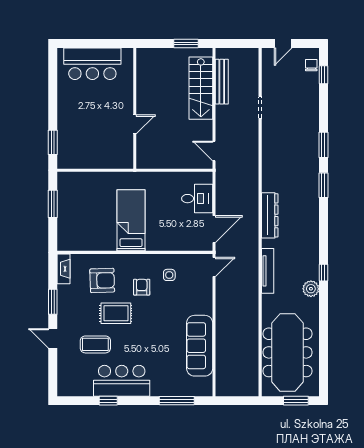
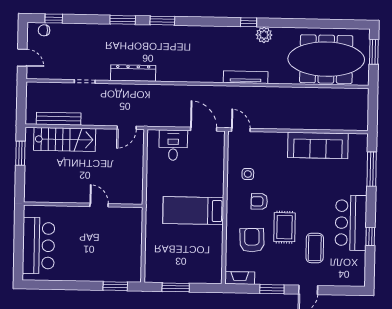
dresser: (270, 215) -> (133, 73), moved

